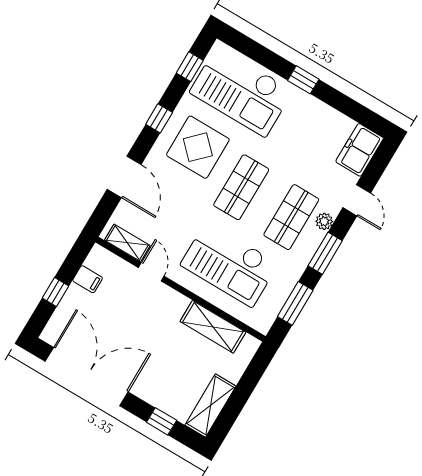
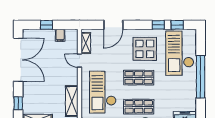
window: (303, 80) -> (201, 77), width x3.17
window: (159, 118) -> (158, 25), moved
door: (151, 272) -> (80, 61), swing flipped

